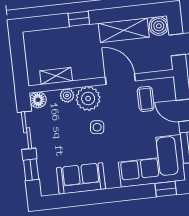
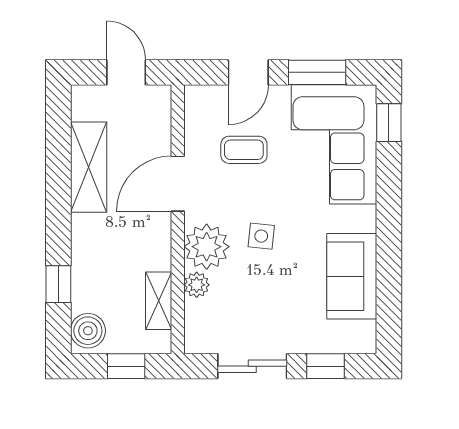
window: (79, 19) -> (58, 284), moved
boiler: (159, 26) -> (88, 331), moved
window: (19, 62) -> (126, 366), added
coffee table: (146, 99) -> (244, 150), moved
floor lamp: (38, 100) -> (199, 339), removed

